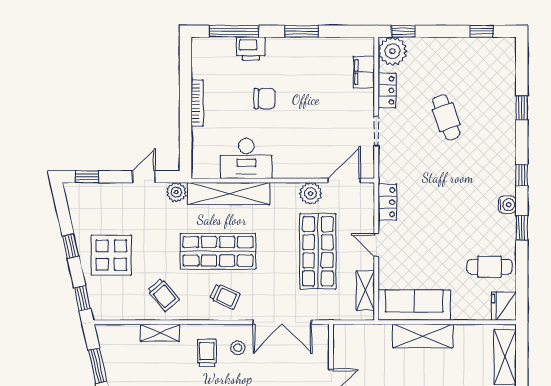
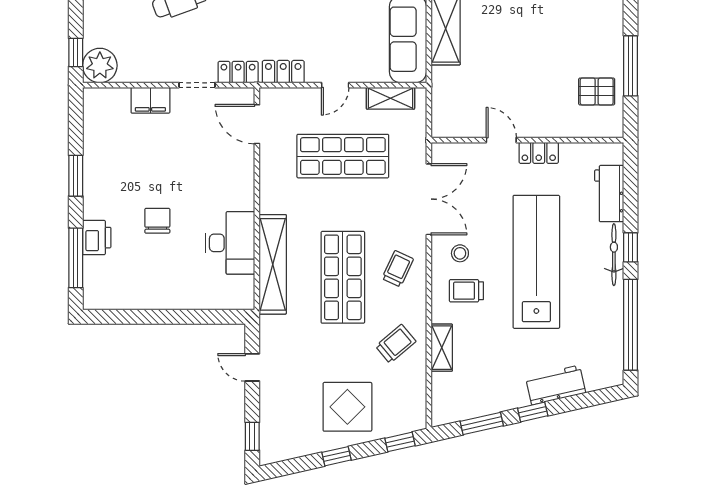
filing cabinet: (364, 72) -> (150, 100), moved
locker: (387, 90) -> (238, 72), moved
bookcase: (197, 103) -> (163, 303), removed
plant: (176, 192) -> (271, 328), removed
plant: (311, 193) -> (273, 165), removed

